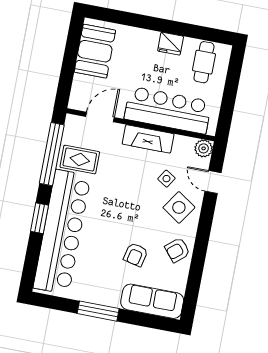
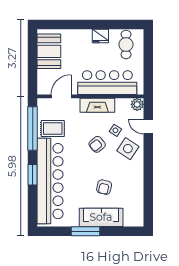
armchair: (177, 250) -> (97, 144), moved
sofa: (152, 301) -> (101, 217), moved

